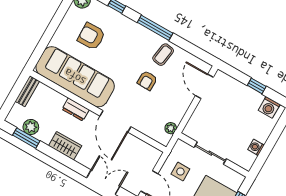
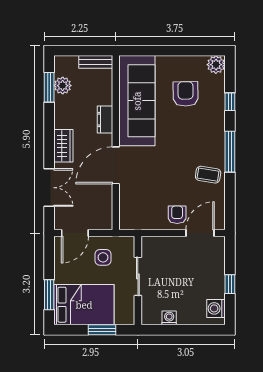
armchair: (147, 81) -> (177, 215), moved, turned 89
plant: (171, 128) -> (140, 223), removed
wardrobe: (65, 146) -> (63, 146), moved

